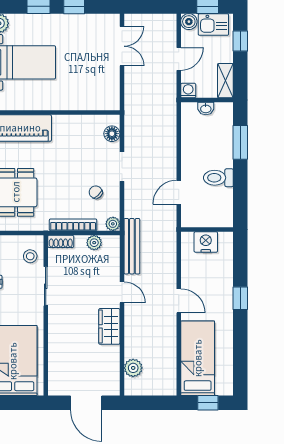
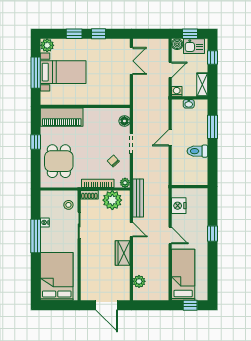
door: (179, 192) -> (170, 138), moved
nightstand: (206, 242) -> (179, 206), moved, turned -90
plant: (94, 243) -> (112, 200), width x1.88, depth x1.88

